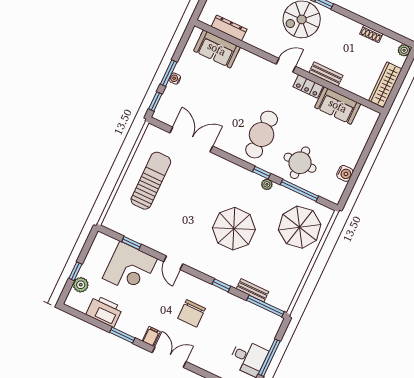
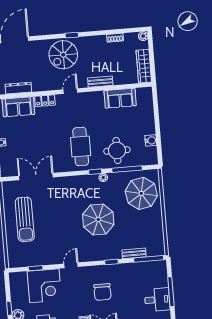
locker: (308, 86) -> (45, 101), moved
sun lounger: (151, 181) -> (25, 219), turned 180
door: (173, 263) -> (71, 265), swing flipped

